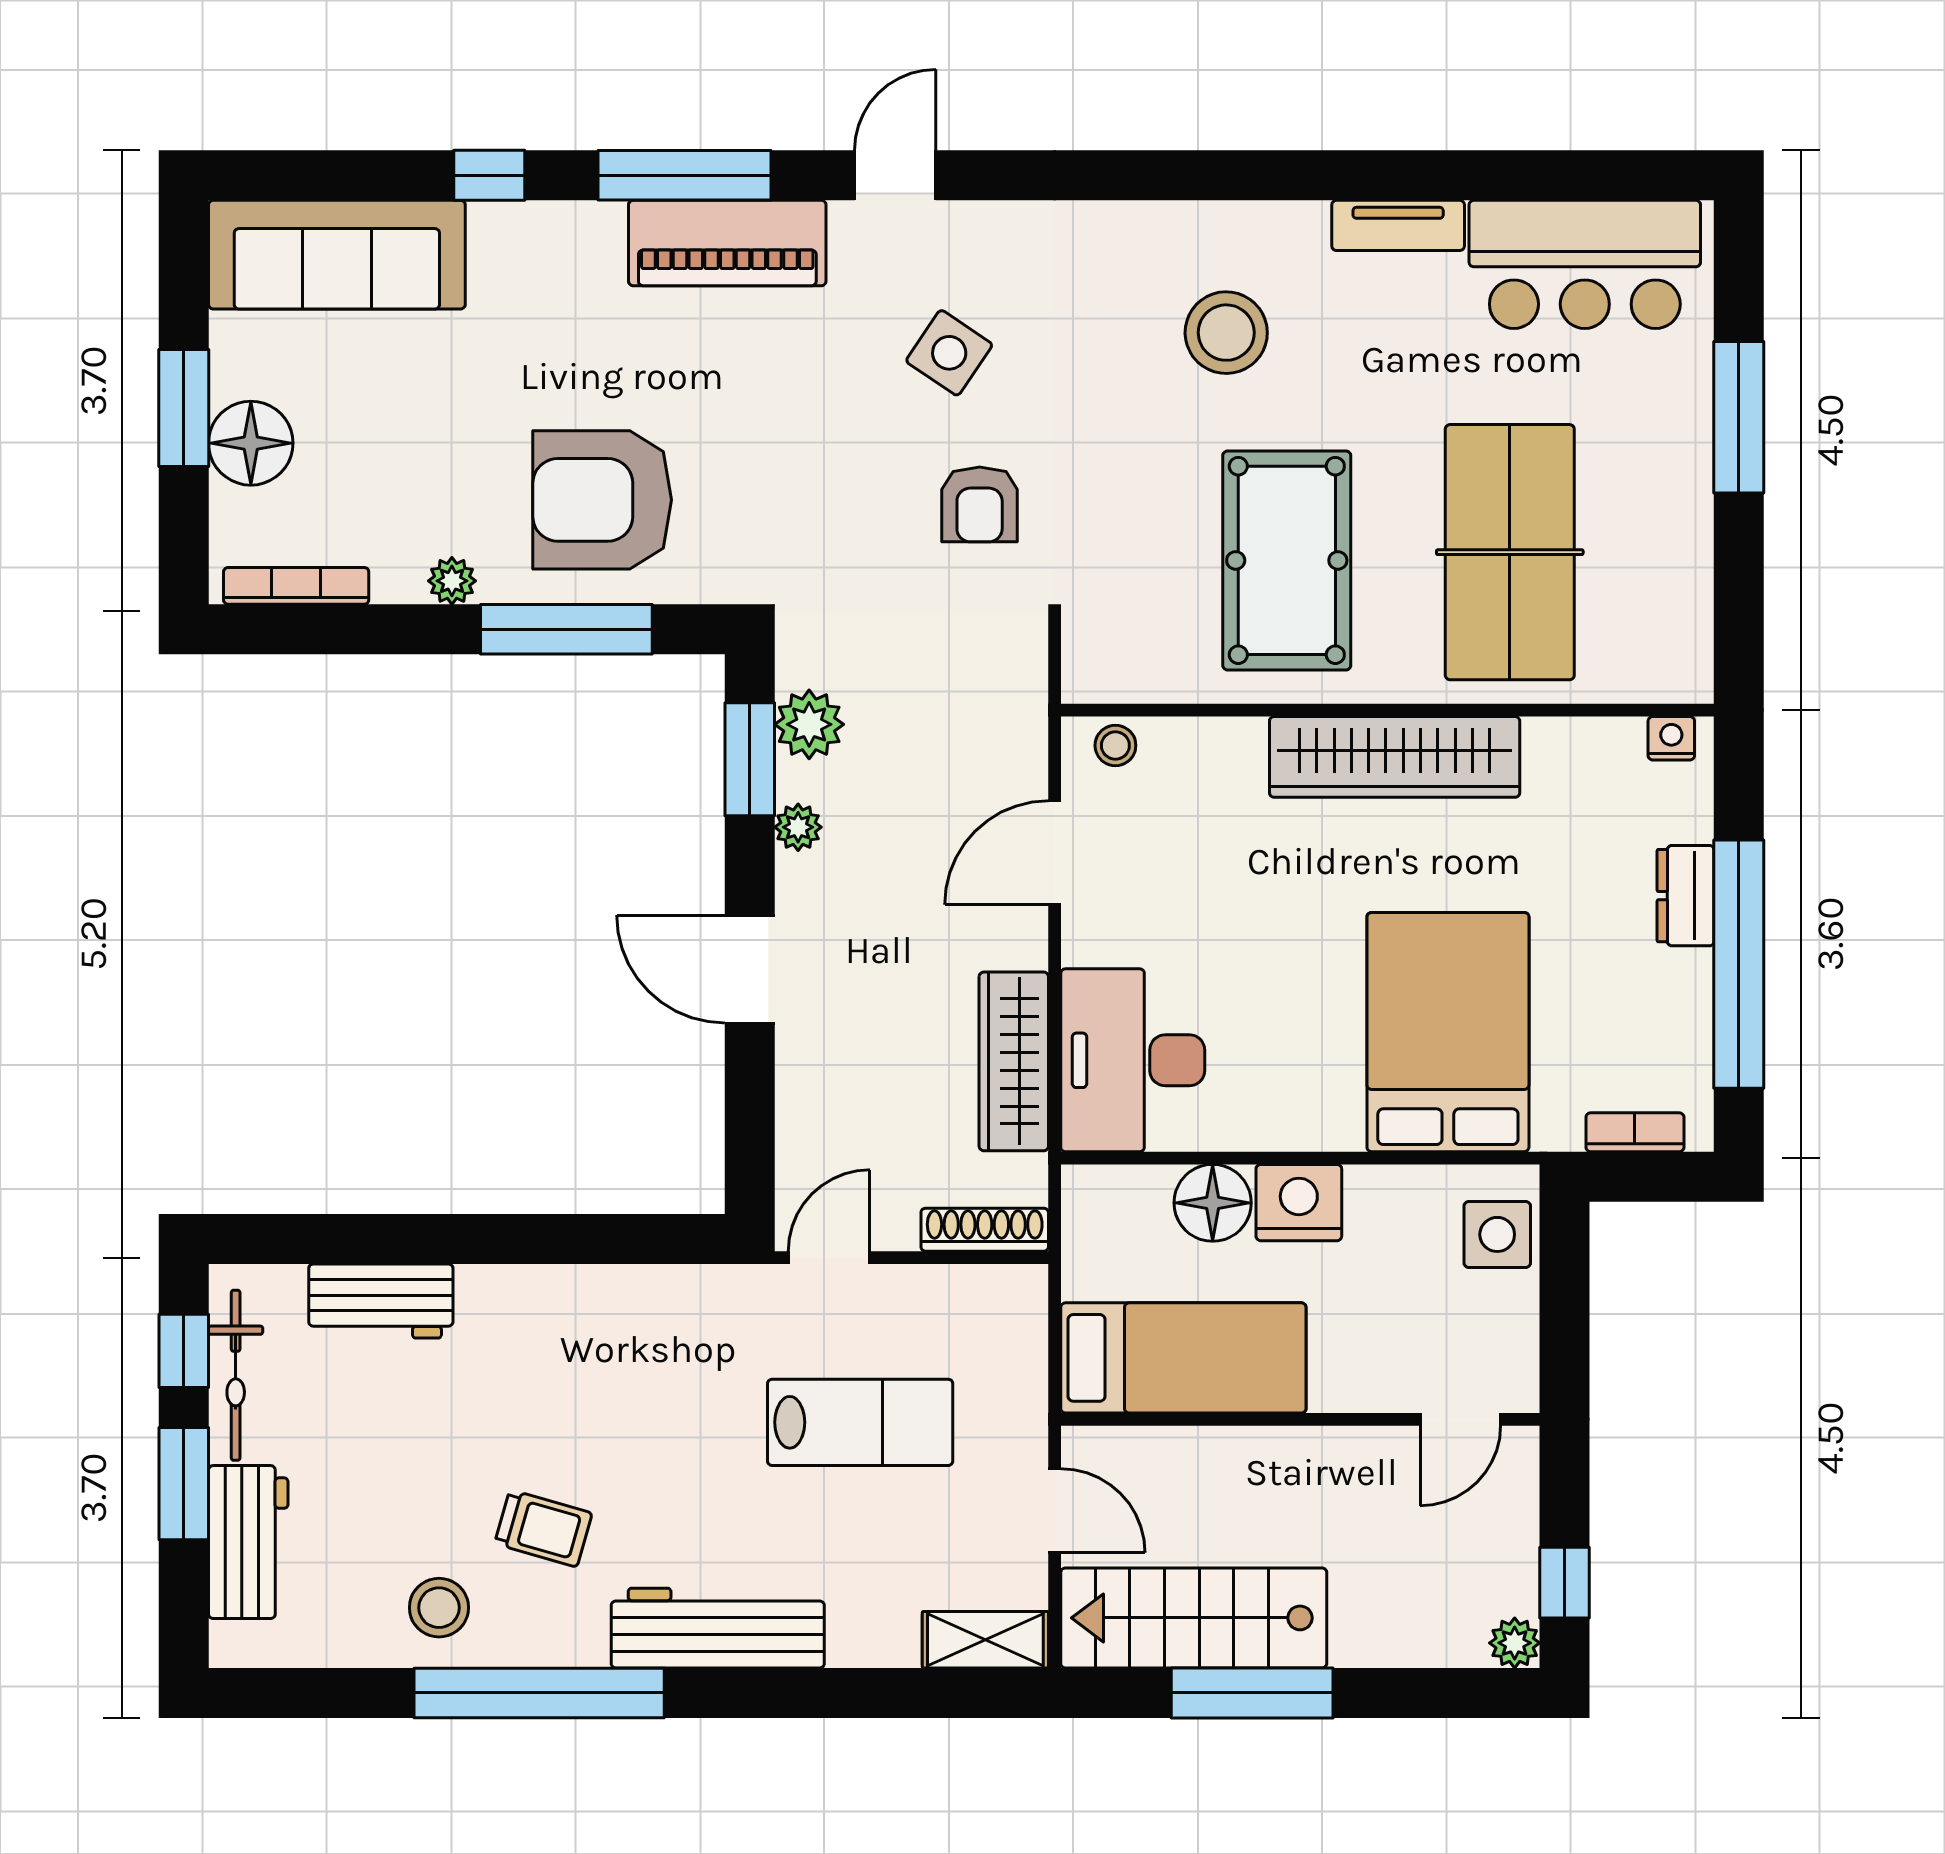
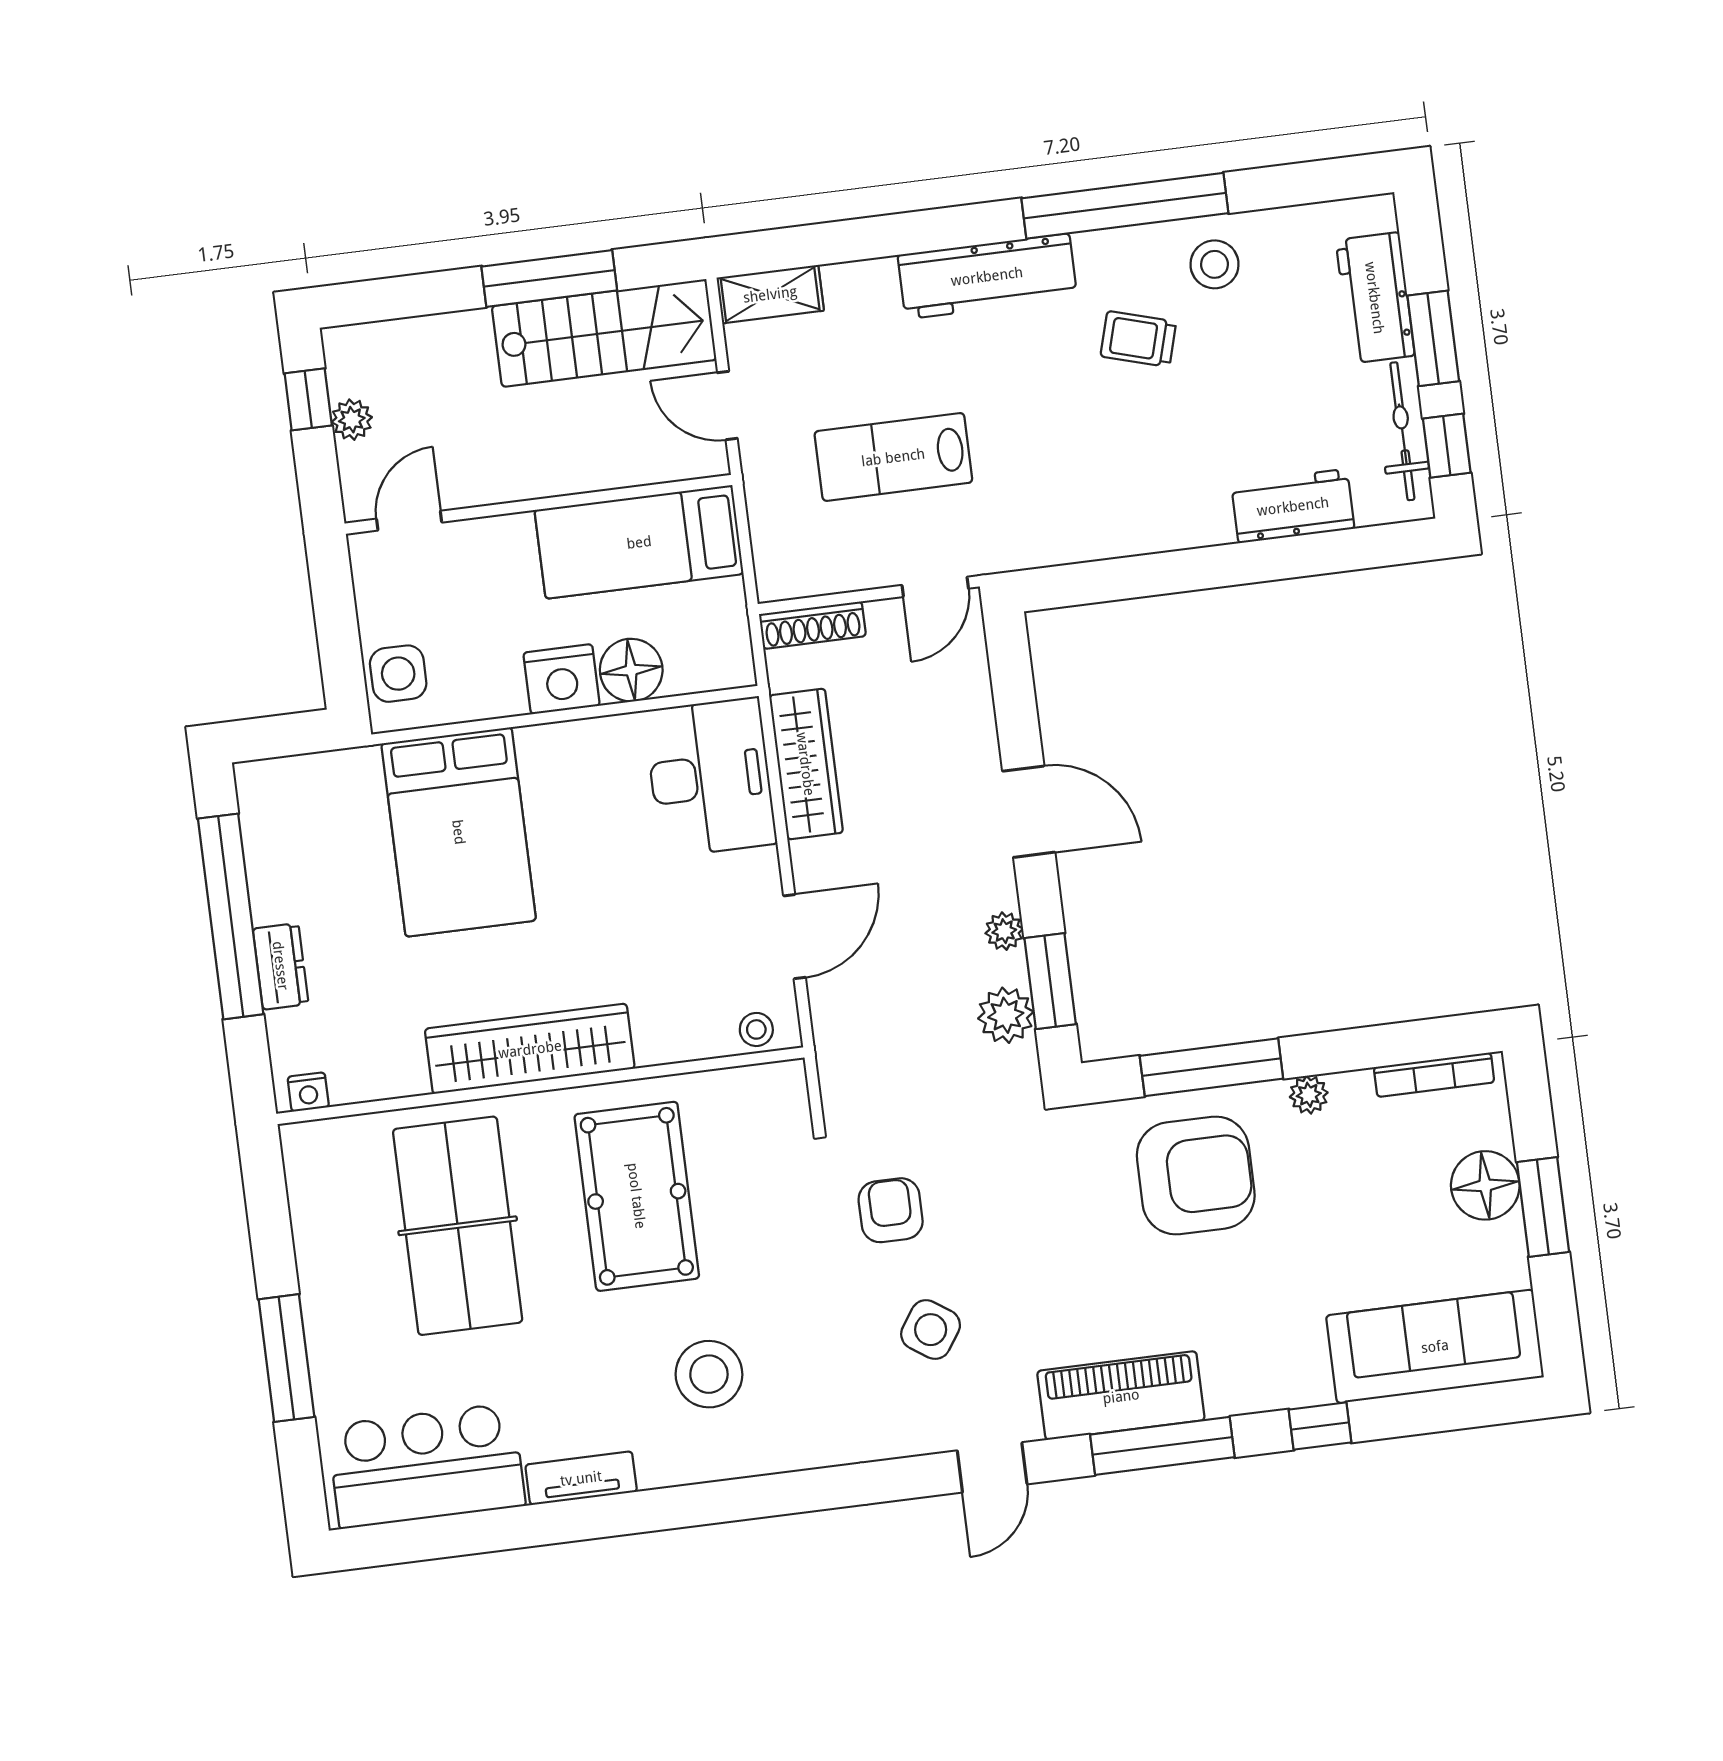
bookcase: (1635, 1132) -> (297, 770), removed
plant: (1515, 1643) -> (352, 420), moved

